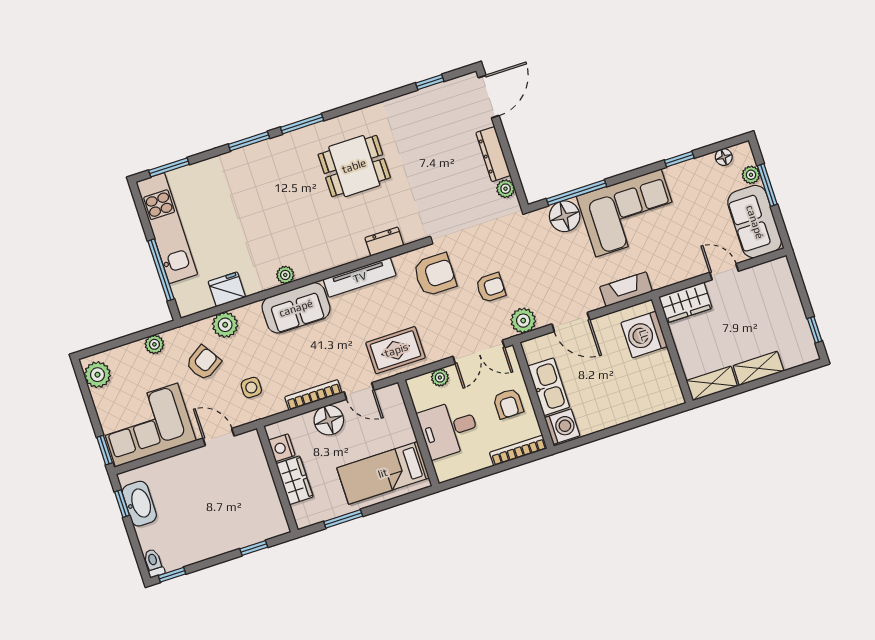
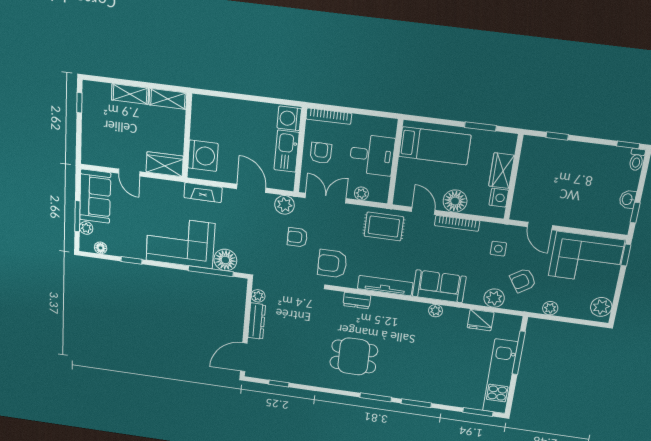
washbasin: (139, 504) -> (628, 199), width x0.52, depth x0.69

